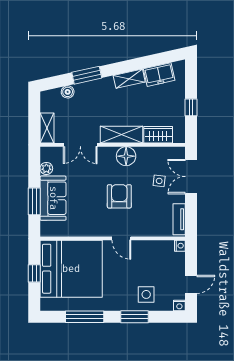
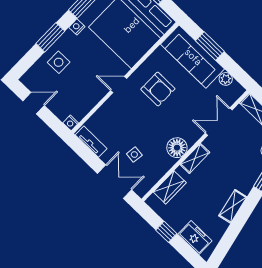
freezer: (159, 75) -> (195, 238), moved, turned 102
shelving: (122, 135) -> (195, 158), width x0.67, depth x0.75
armchair: (119, 196) -> (158, 89), moved
sofa: (53, 198) -> (193, 57), width x1.36
door: (191, 284) -> (34, 103), swing flipped
nightstand: (179, 305) -> (77, 27), moved

